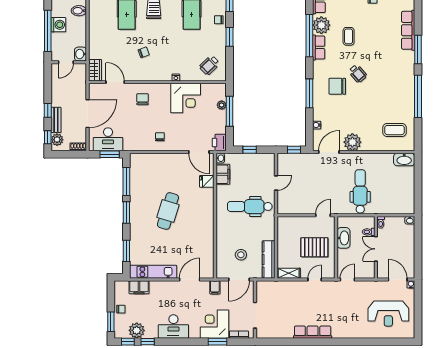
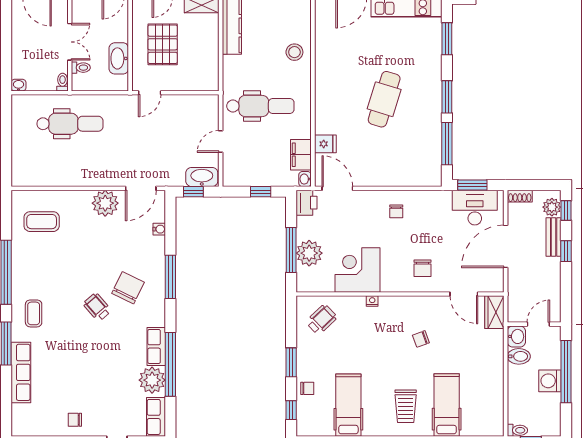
bidet: (79, 11) -> (519, 356), moved
coffee table: (349, 36) -> (34, 313), moved
chair: (337, 86) -> (128, 288), turned -64
plant: (222, 105) -> (309, 253), width x1.88, depth x1.88
washbasin: (404, 160) -> (202, 177), moved
dental chair: (360, 191) -> (70, 124), moved, turned -90
pallet: (314, 247) -> (163, 44), turned 90
stool: (241, 255) -> (294, 52), moved

